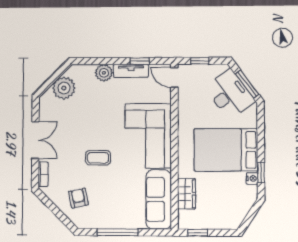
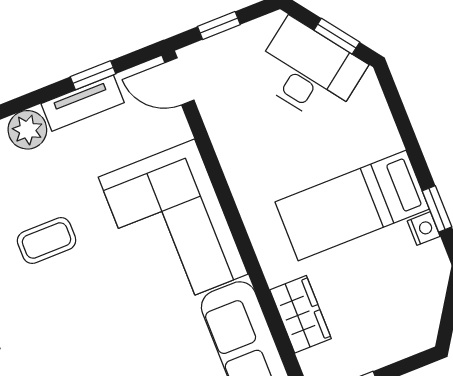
window: (247, 84) -> (337, 36), width x0.67
bed: (226, 150) -> (352, 206), width x0.67
coffee table: (98, 158) -> (47, 241), moved

